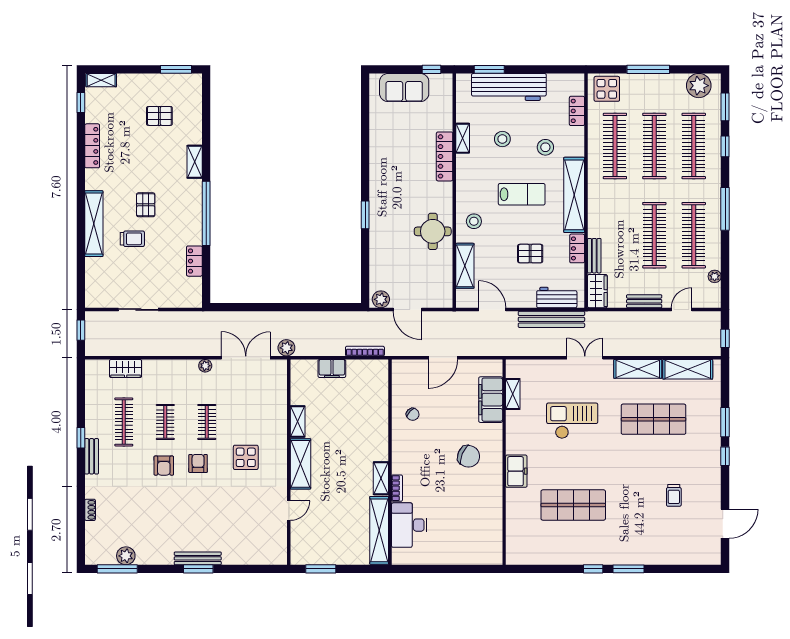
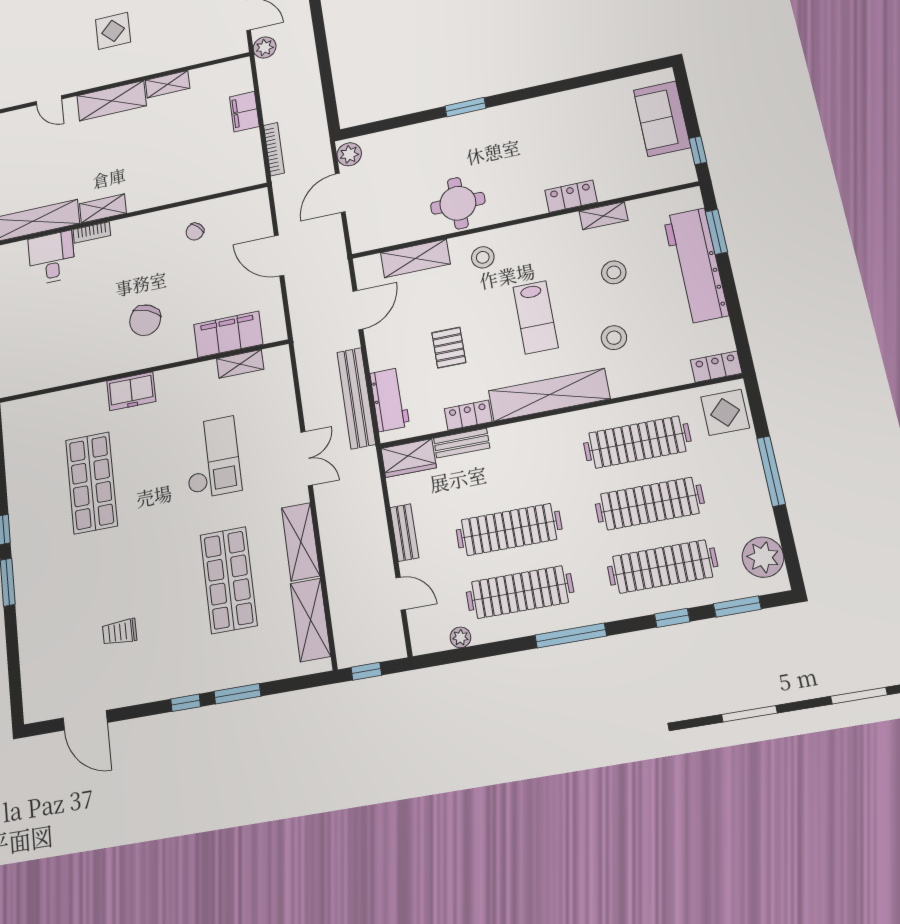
locker: (577, 111) -> (716, 367), moved
locker: (445, 156) -> (571, 196), width x0.66
desk: (409, 525) -> (52, 258), width x0.73

